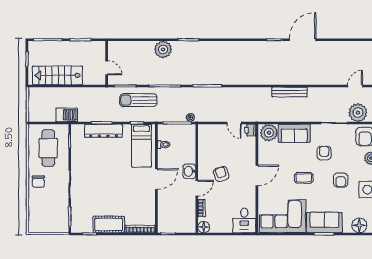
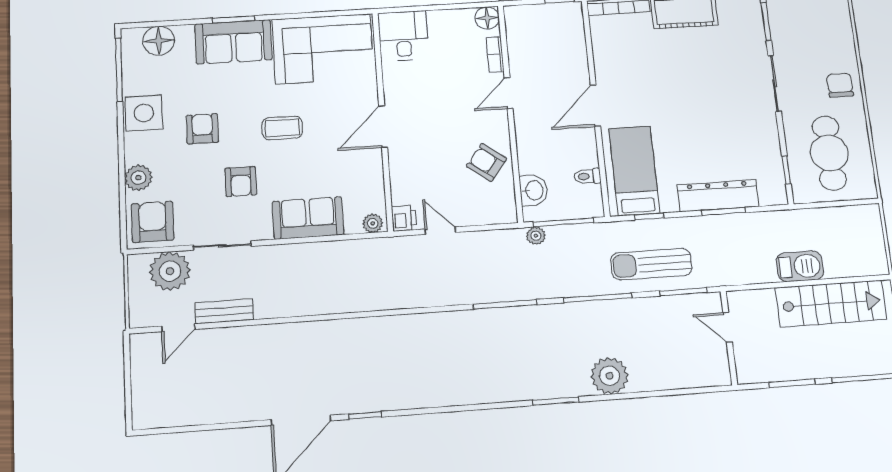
bench: (290, 92) -> (224, 311), moved, width x0.73
sun lounger: (138, 100) -> (651, 264), turned 180
barbecue: (67, 115) -> (800, 266), moved, turned 180
plant: (269, 133) -> (373, 223), width x0.53, depth x0.53
washbasin: (189, 171) -> (534, 190), moved
armchair: (221, 174) -> (487, 162), moved, turned 146

